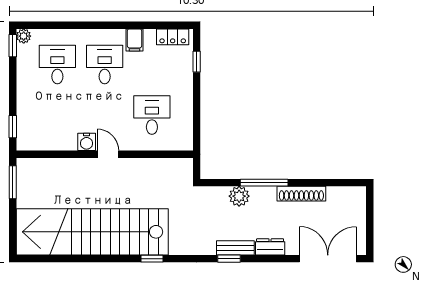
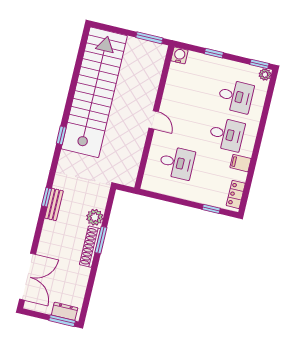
window: (13, 127) -> (214, 53), moved
water cooler: (87, 142) -> (179, 55), moved, turned 90
door: (108, 154) -> (154, 120), hinge flipped
window: (264, 183) -> (101, 240), width x0.69
shoe rack: (301, 194) -> (90, 247), moved
window: (370, 206) -> (62, 321), added
dresser: (270, 247) -> (65, 311), moved, turned -90

